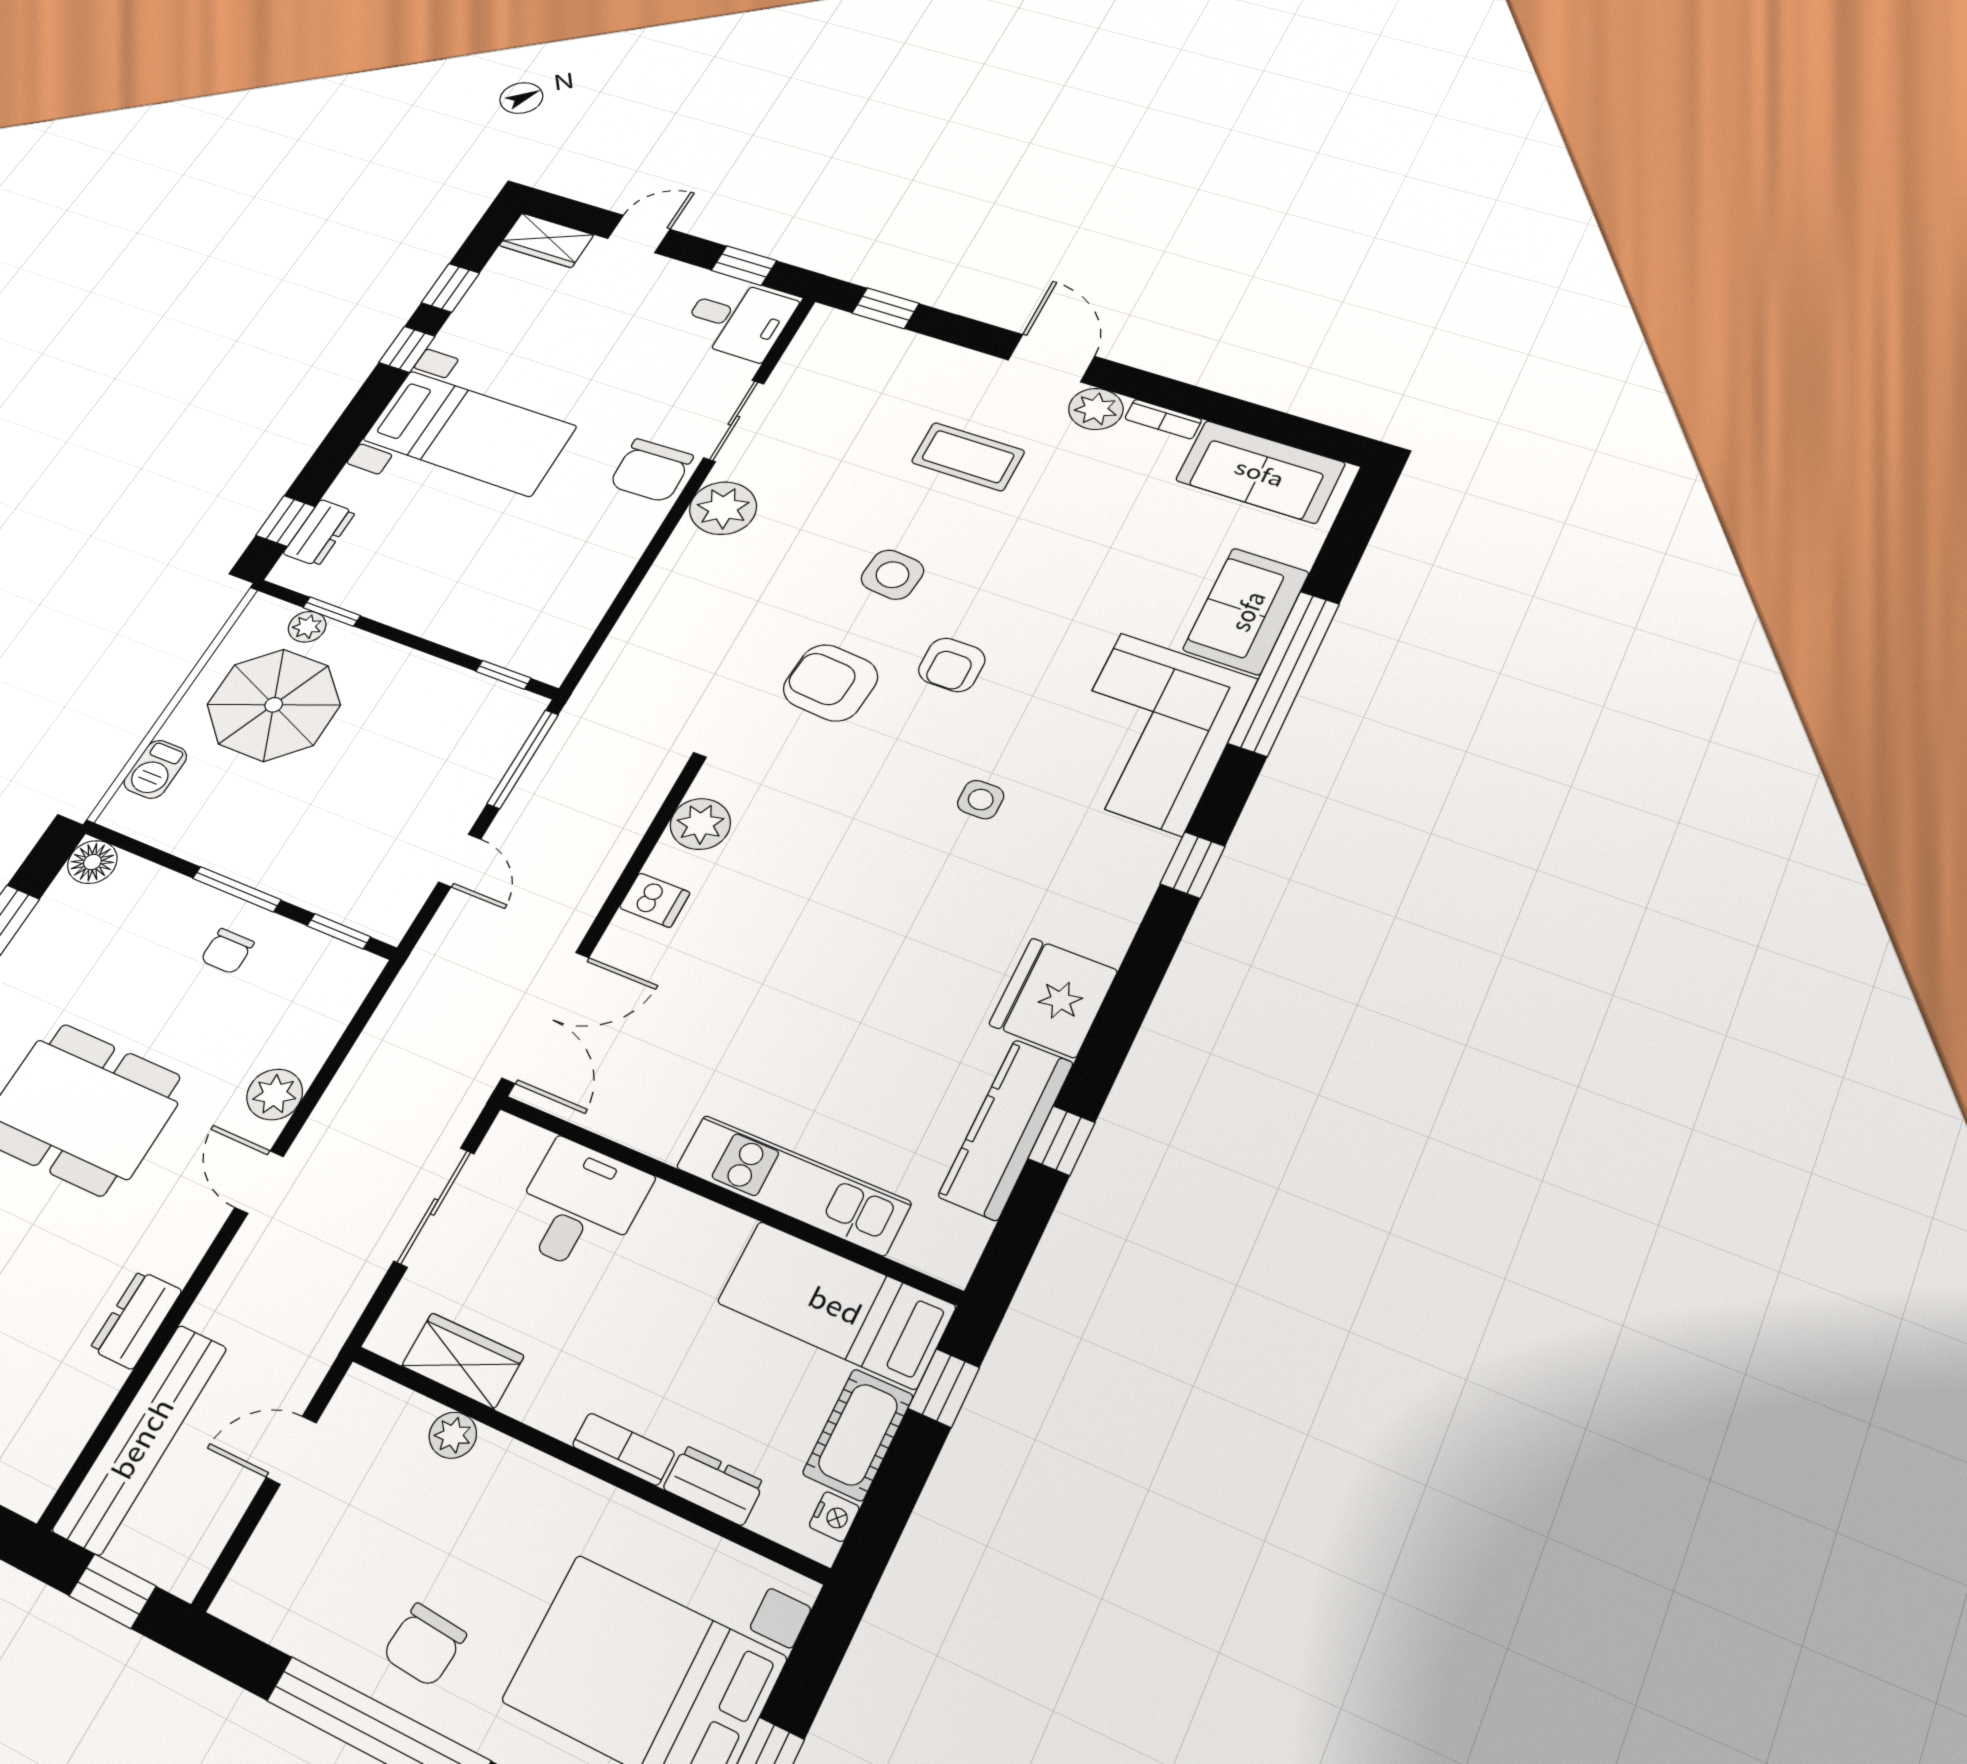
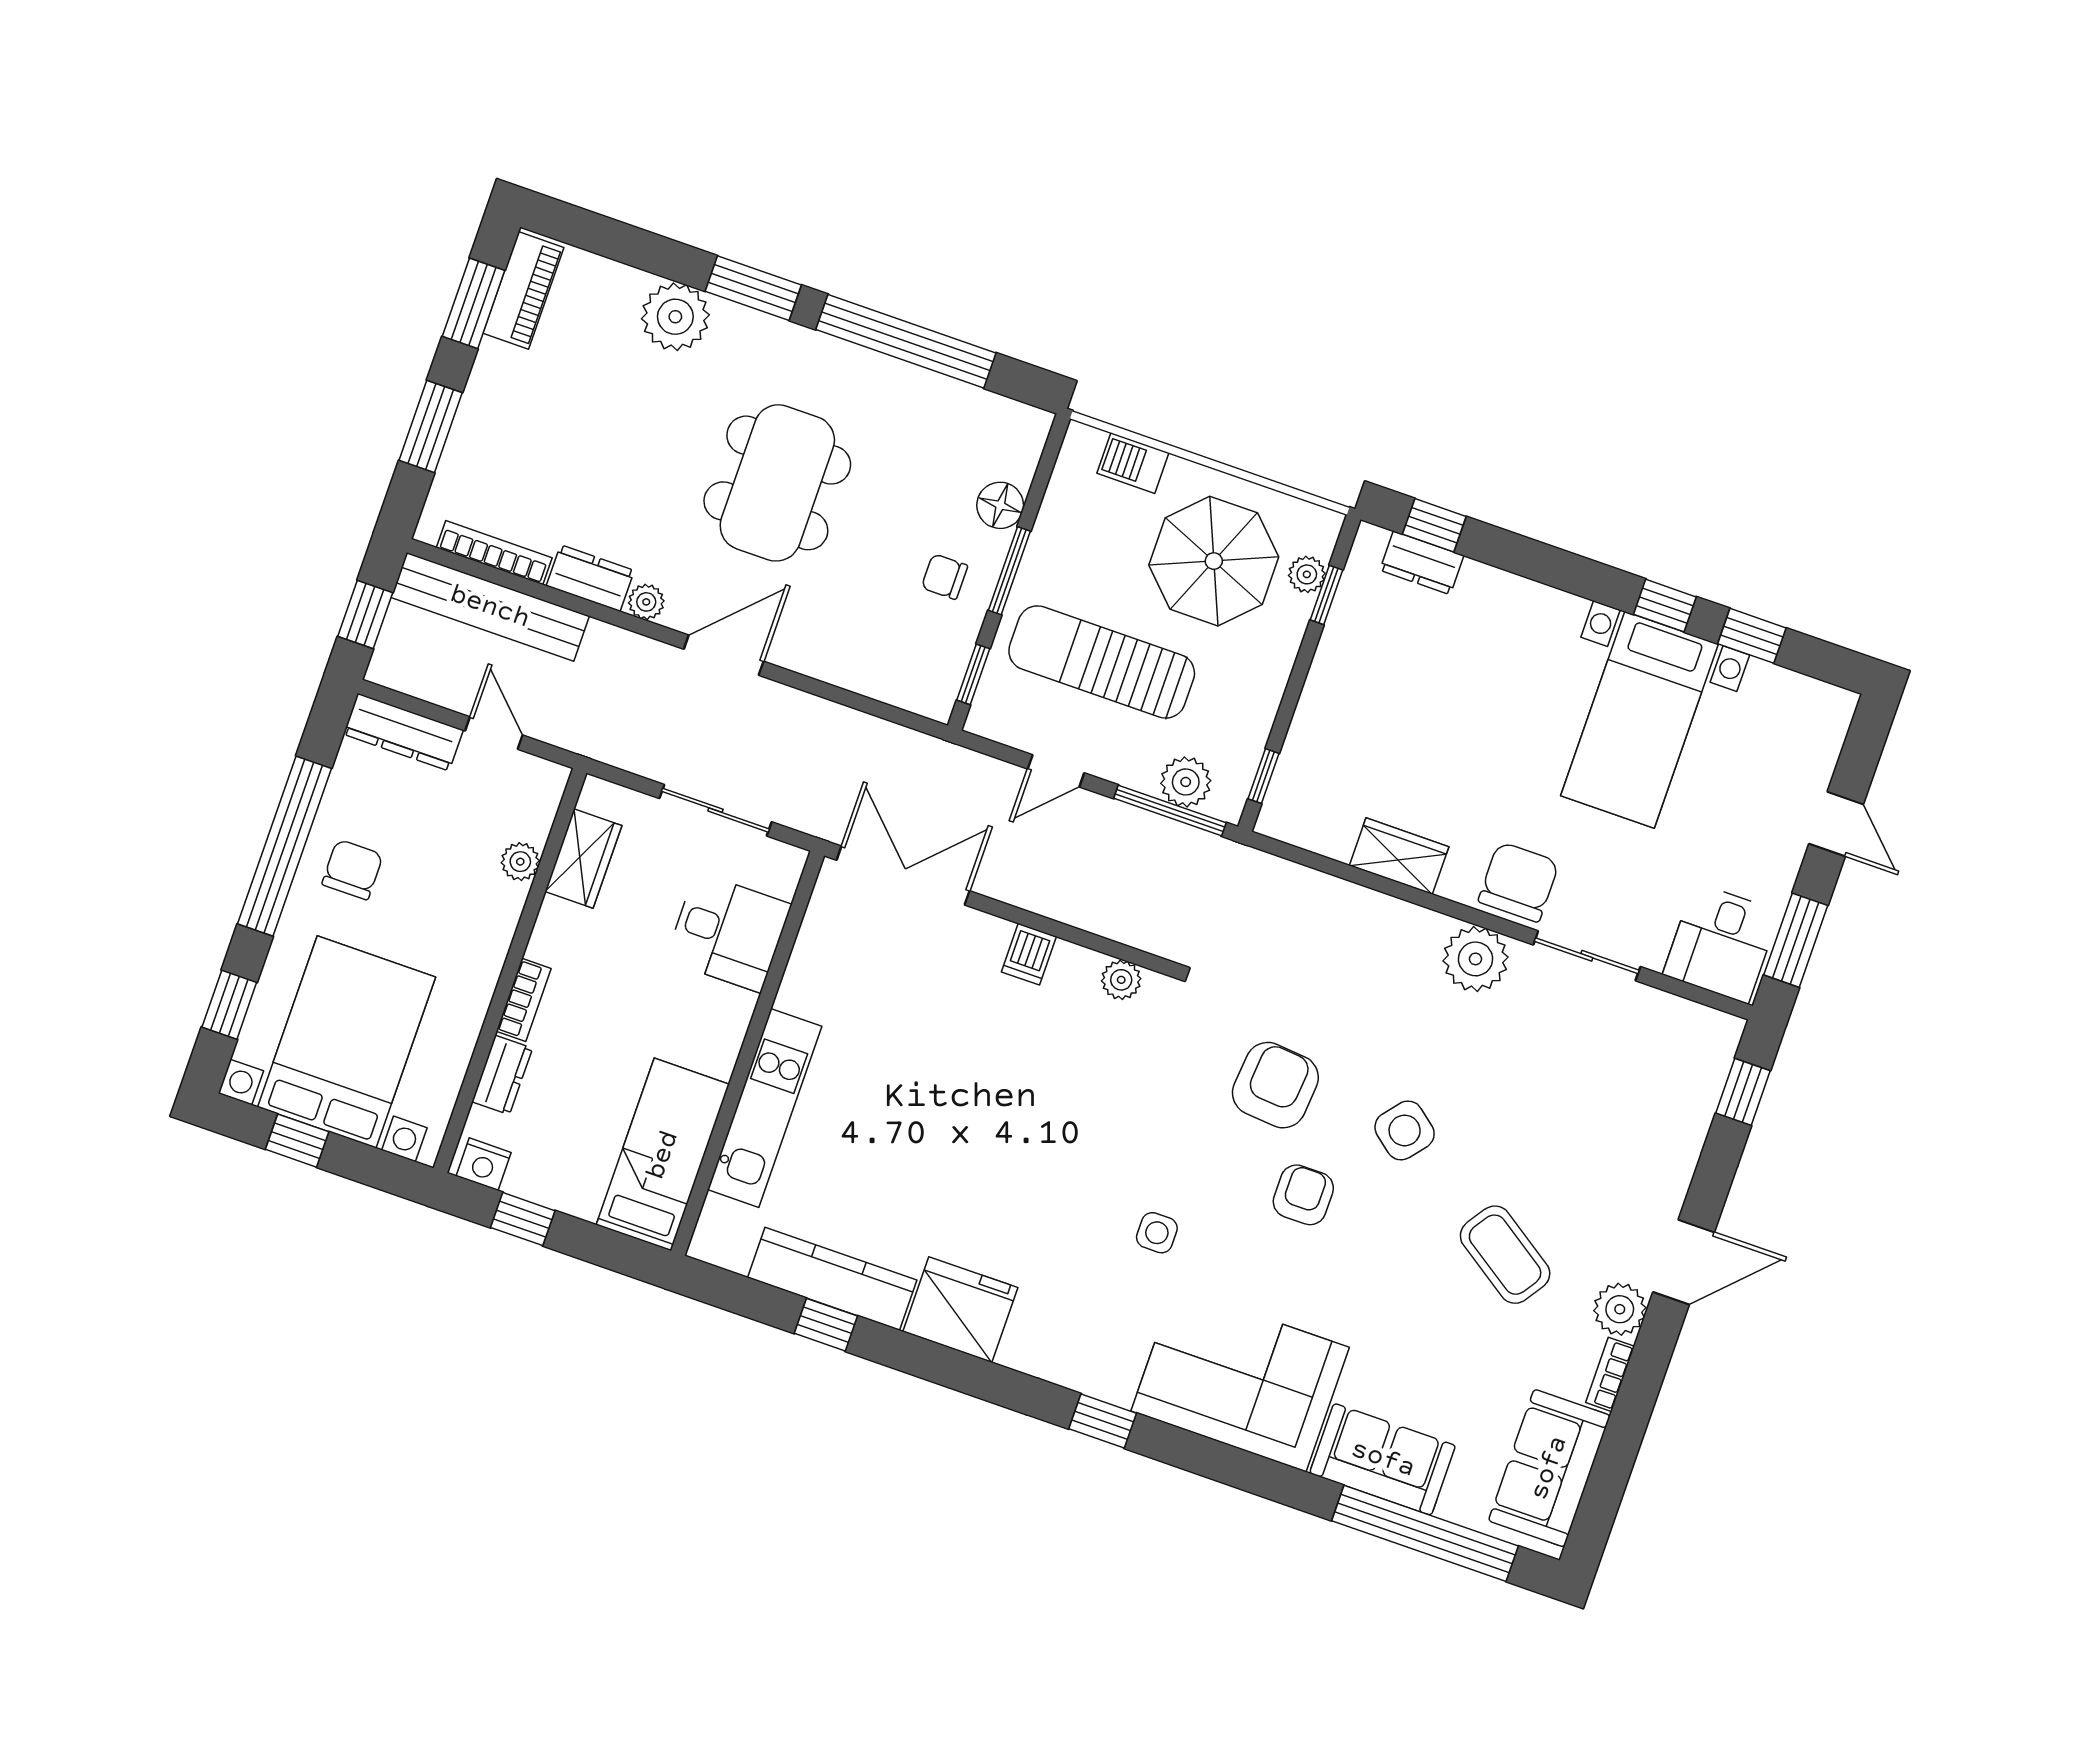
wardrobe: (546, 240) -> (1399, 856), moved, turned 90
window: (744, 266) -> (1796, 940), width x1.50
bed with nightstands: (470, 433) -> (1640, 720), moved
coffee table: (968, 457) -> (1505, 1255), moved, turned -56
chair: (651, 470) -> (1519, 882), turned 92
side table: (892, 575) -> (1405, 1130), turned 33
armchair: (952, 665) -> (1303, 1195), turned 90
window: (1284, 673) -> (1425, 1533), moved
plant: (496, 743) -> (1186, 782), added
sun lounger: (353, 811) -> (1102, 662), added
plant: (700, 824) -> (1121, 980), width x0.73, depth x0.73
floor lamp: (92, 862) -> (1000, 505), moved
double door: (546, 1017) -> (903, 876), swing flipped
plant: (275, 1094) -> (646, 602), moved, width x0.73, depth x0.73
door: (259, 1182) -> (724, 655), width x1.38
window: (944, 1388) -> (523, 1219), moved
bookcase: (78, 1427) -> (494, 553), added
cot: (858, 1434) -> (556, 1183), removed
nightstand: (834, 1517) -> (484, 1164), width x1.39, depth x1.35
dresser: (266, 1560) -> (403, 732), added
chair: (424, 1645) -> (352, 870), turned 85

